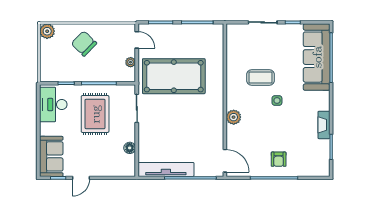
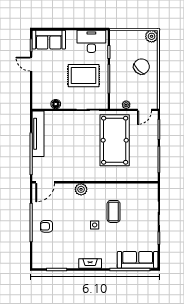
sofa: (317, 57) -> (138, 260), width x0.74, depth x0.79
fireplace: (324, 125) -> (90, 264), moved

